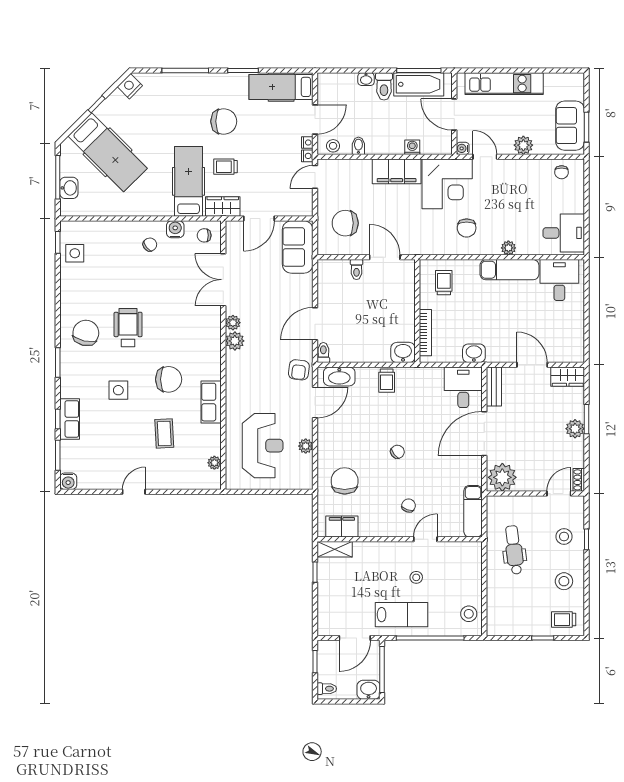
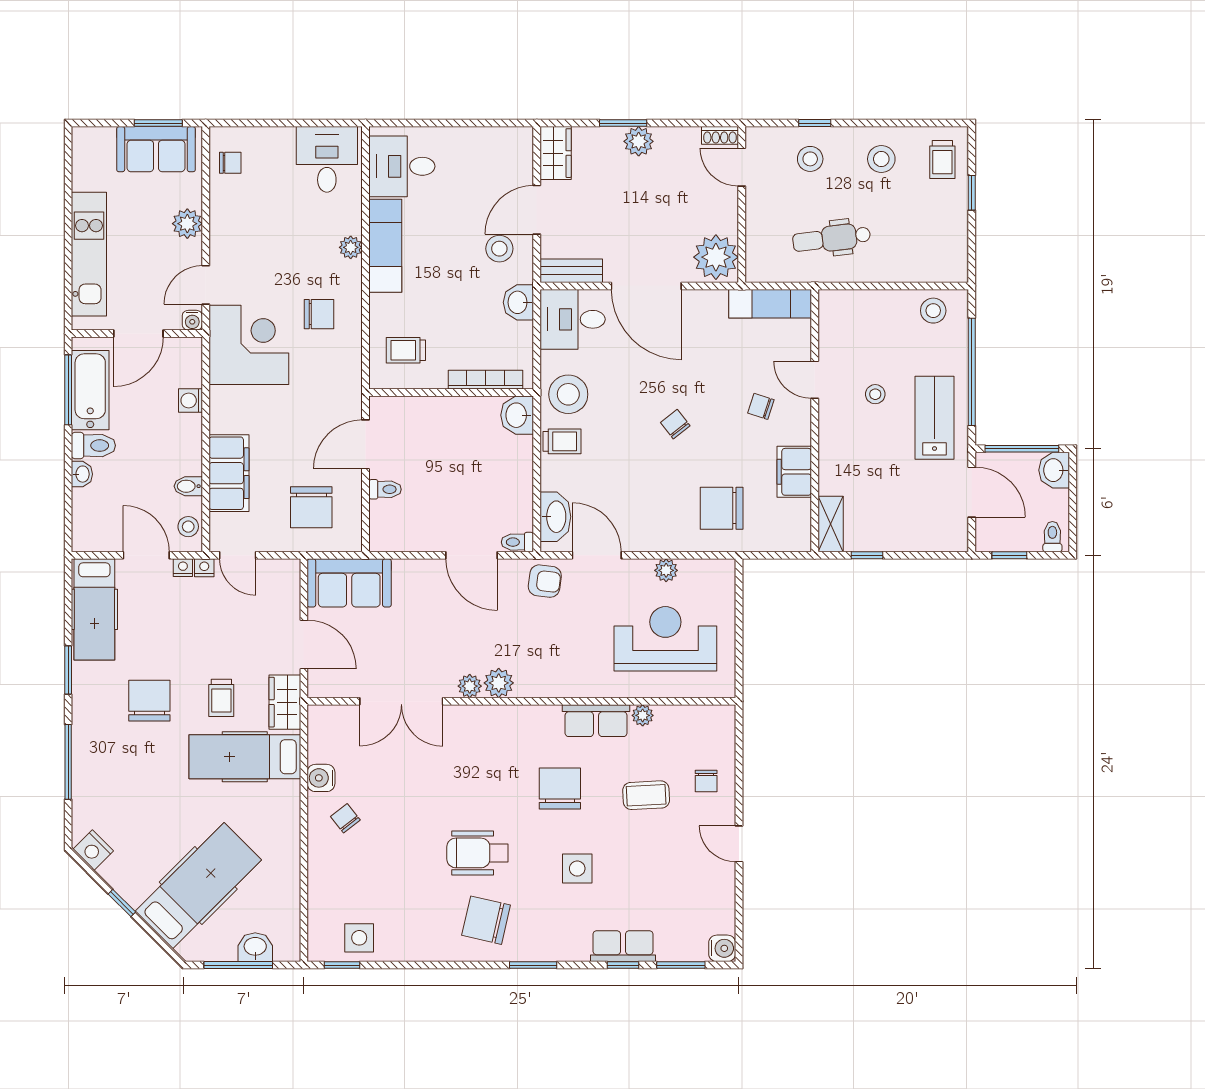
filing cabinet: (397, 171) -> (229, 473), moved
chair: (204, 235) -> (706, 781), moved
stool: (508, 341) -> (499, 249), added
stool: (416, 385) -> (568, 394), added
plant: (214, 463) -> (643, 715), moved
filing cabinet: (342, 526) -> (794, 472), moved

